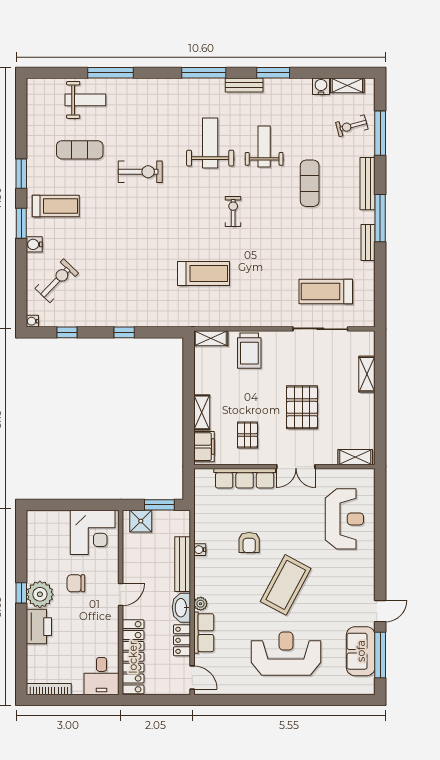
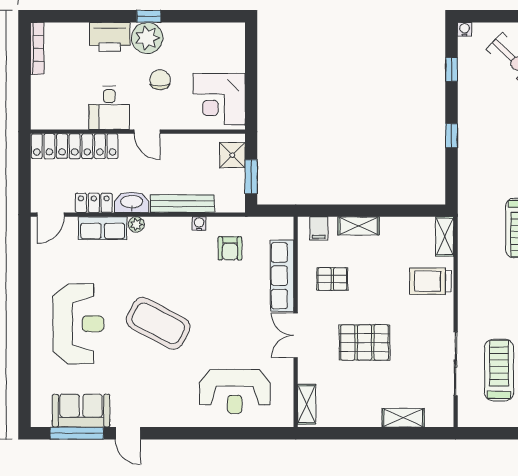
filing cabinet: (204, 447) -> (319, 228), width x0.50
armchair: (249, 543) -> (230, 248), moved, turned -90
desk: (101, 676) -> (109, 108), moved, turned -90

